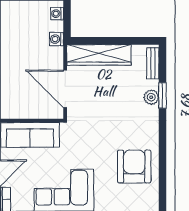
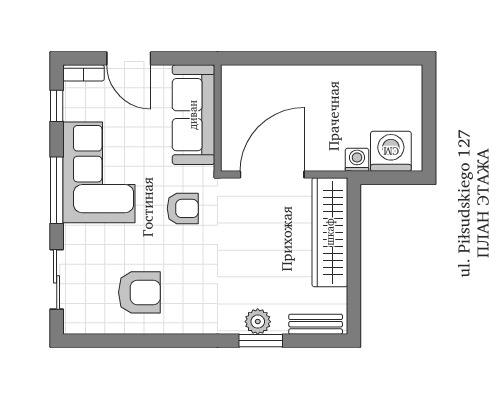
washing machine: (57, 14) -> (391, 151), width x1.89, depth x1.89
armchair: (85, 141) -> (183, 208), added
armchair: (134, 167) -> (139, 292), width x0.73, depth x0.73

